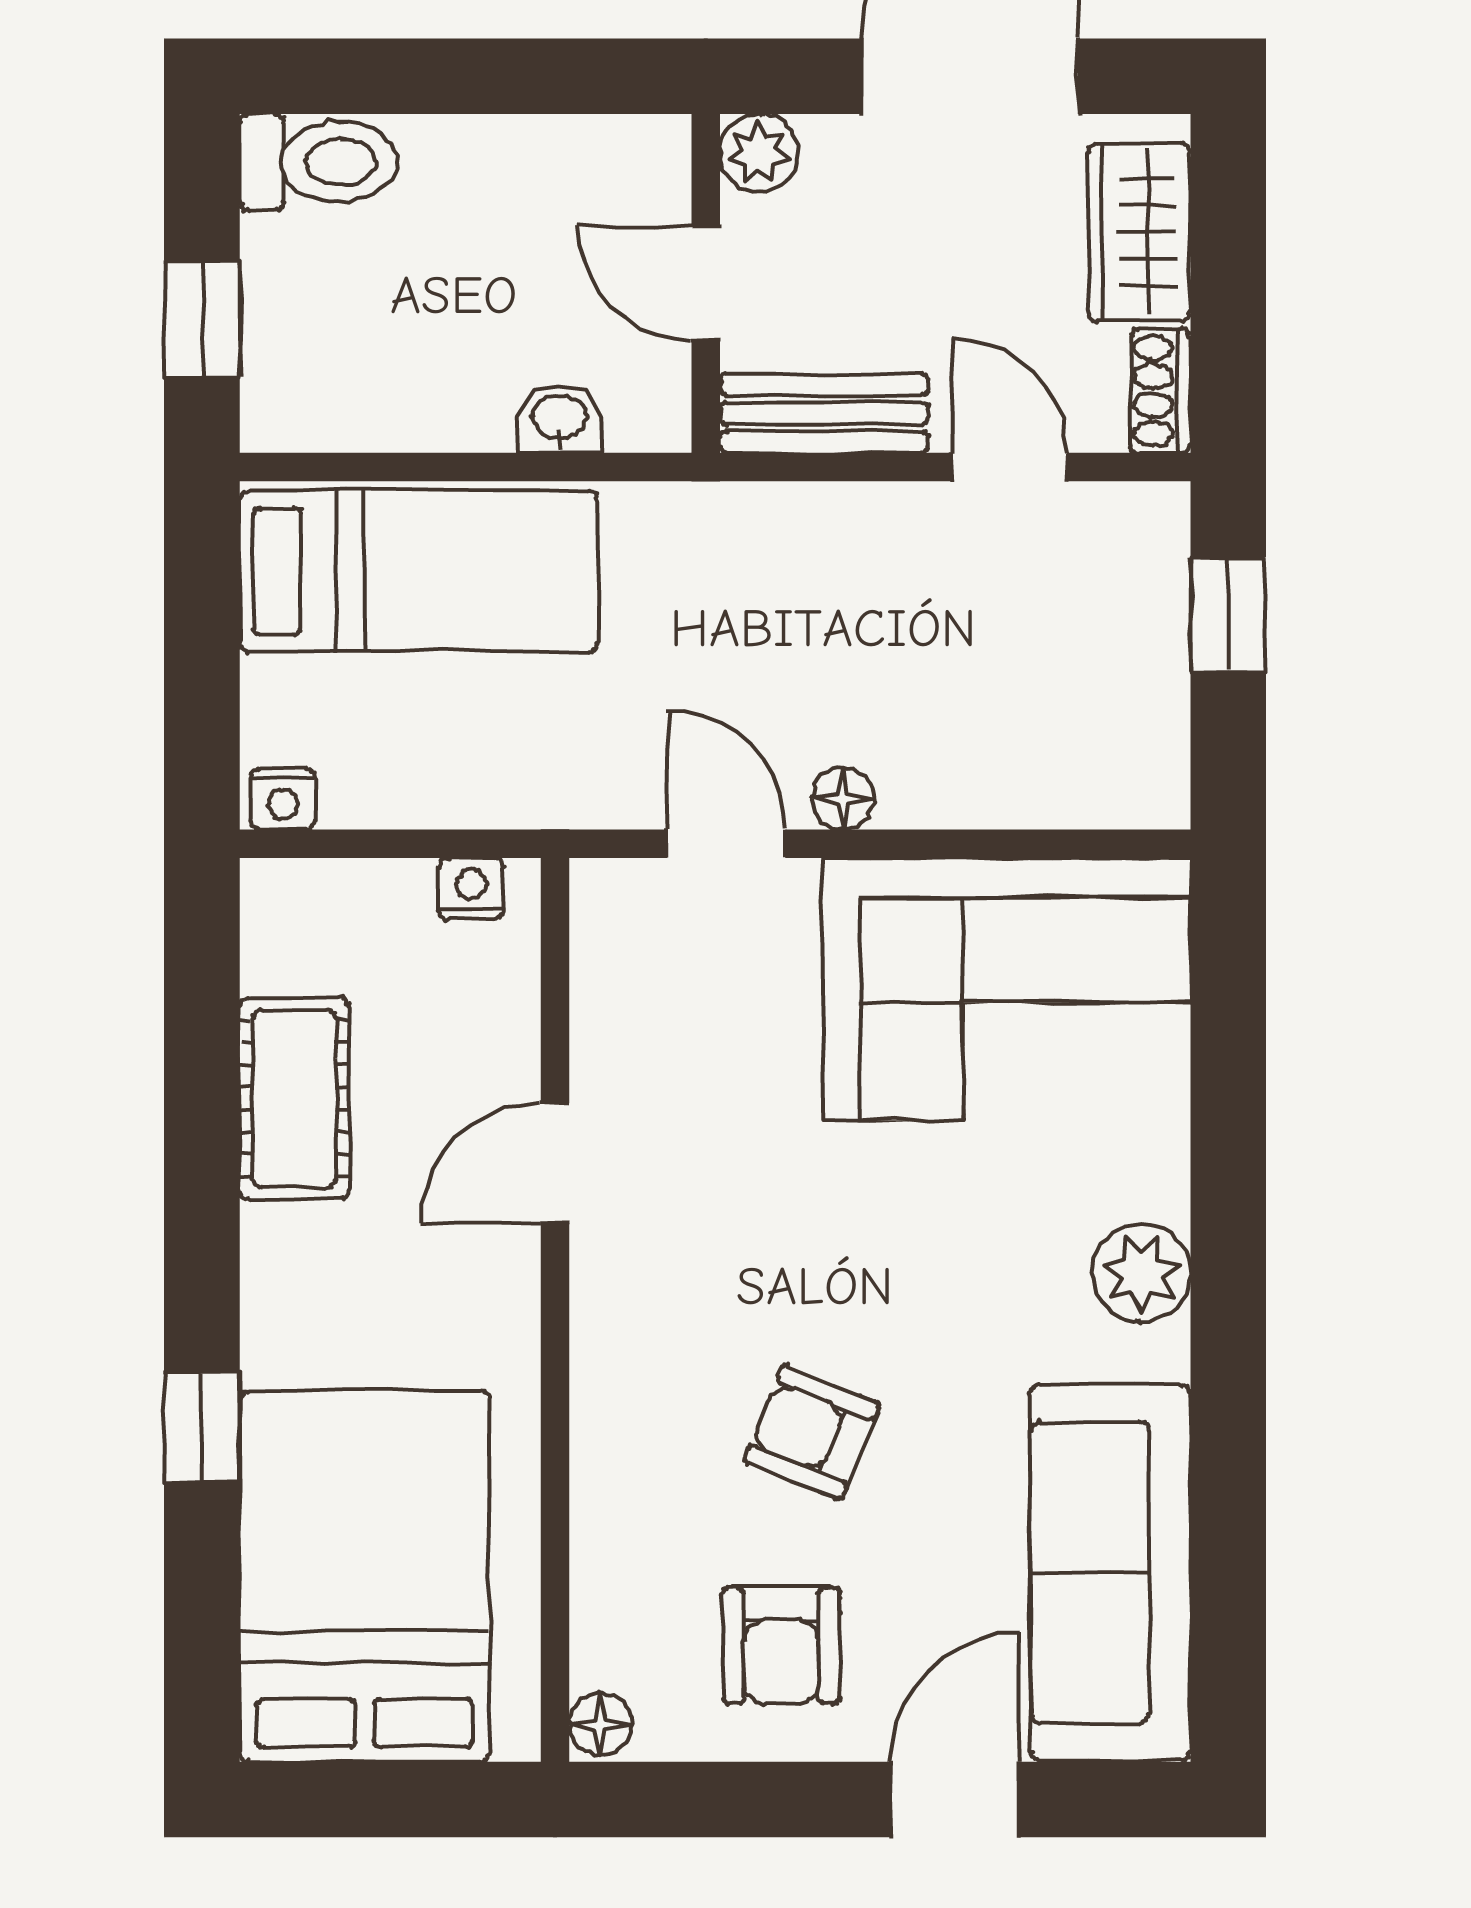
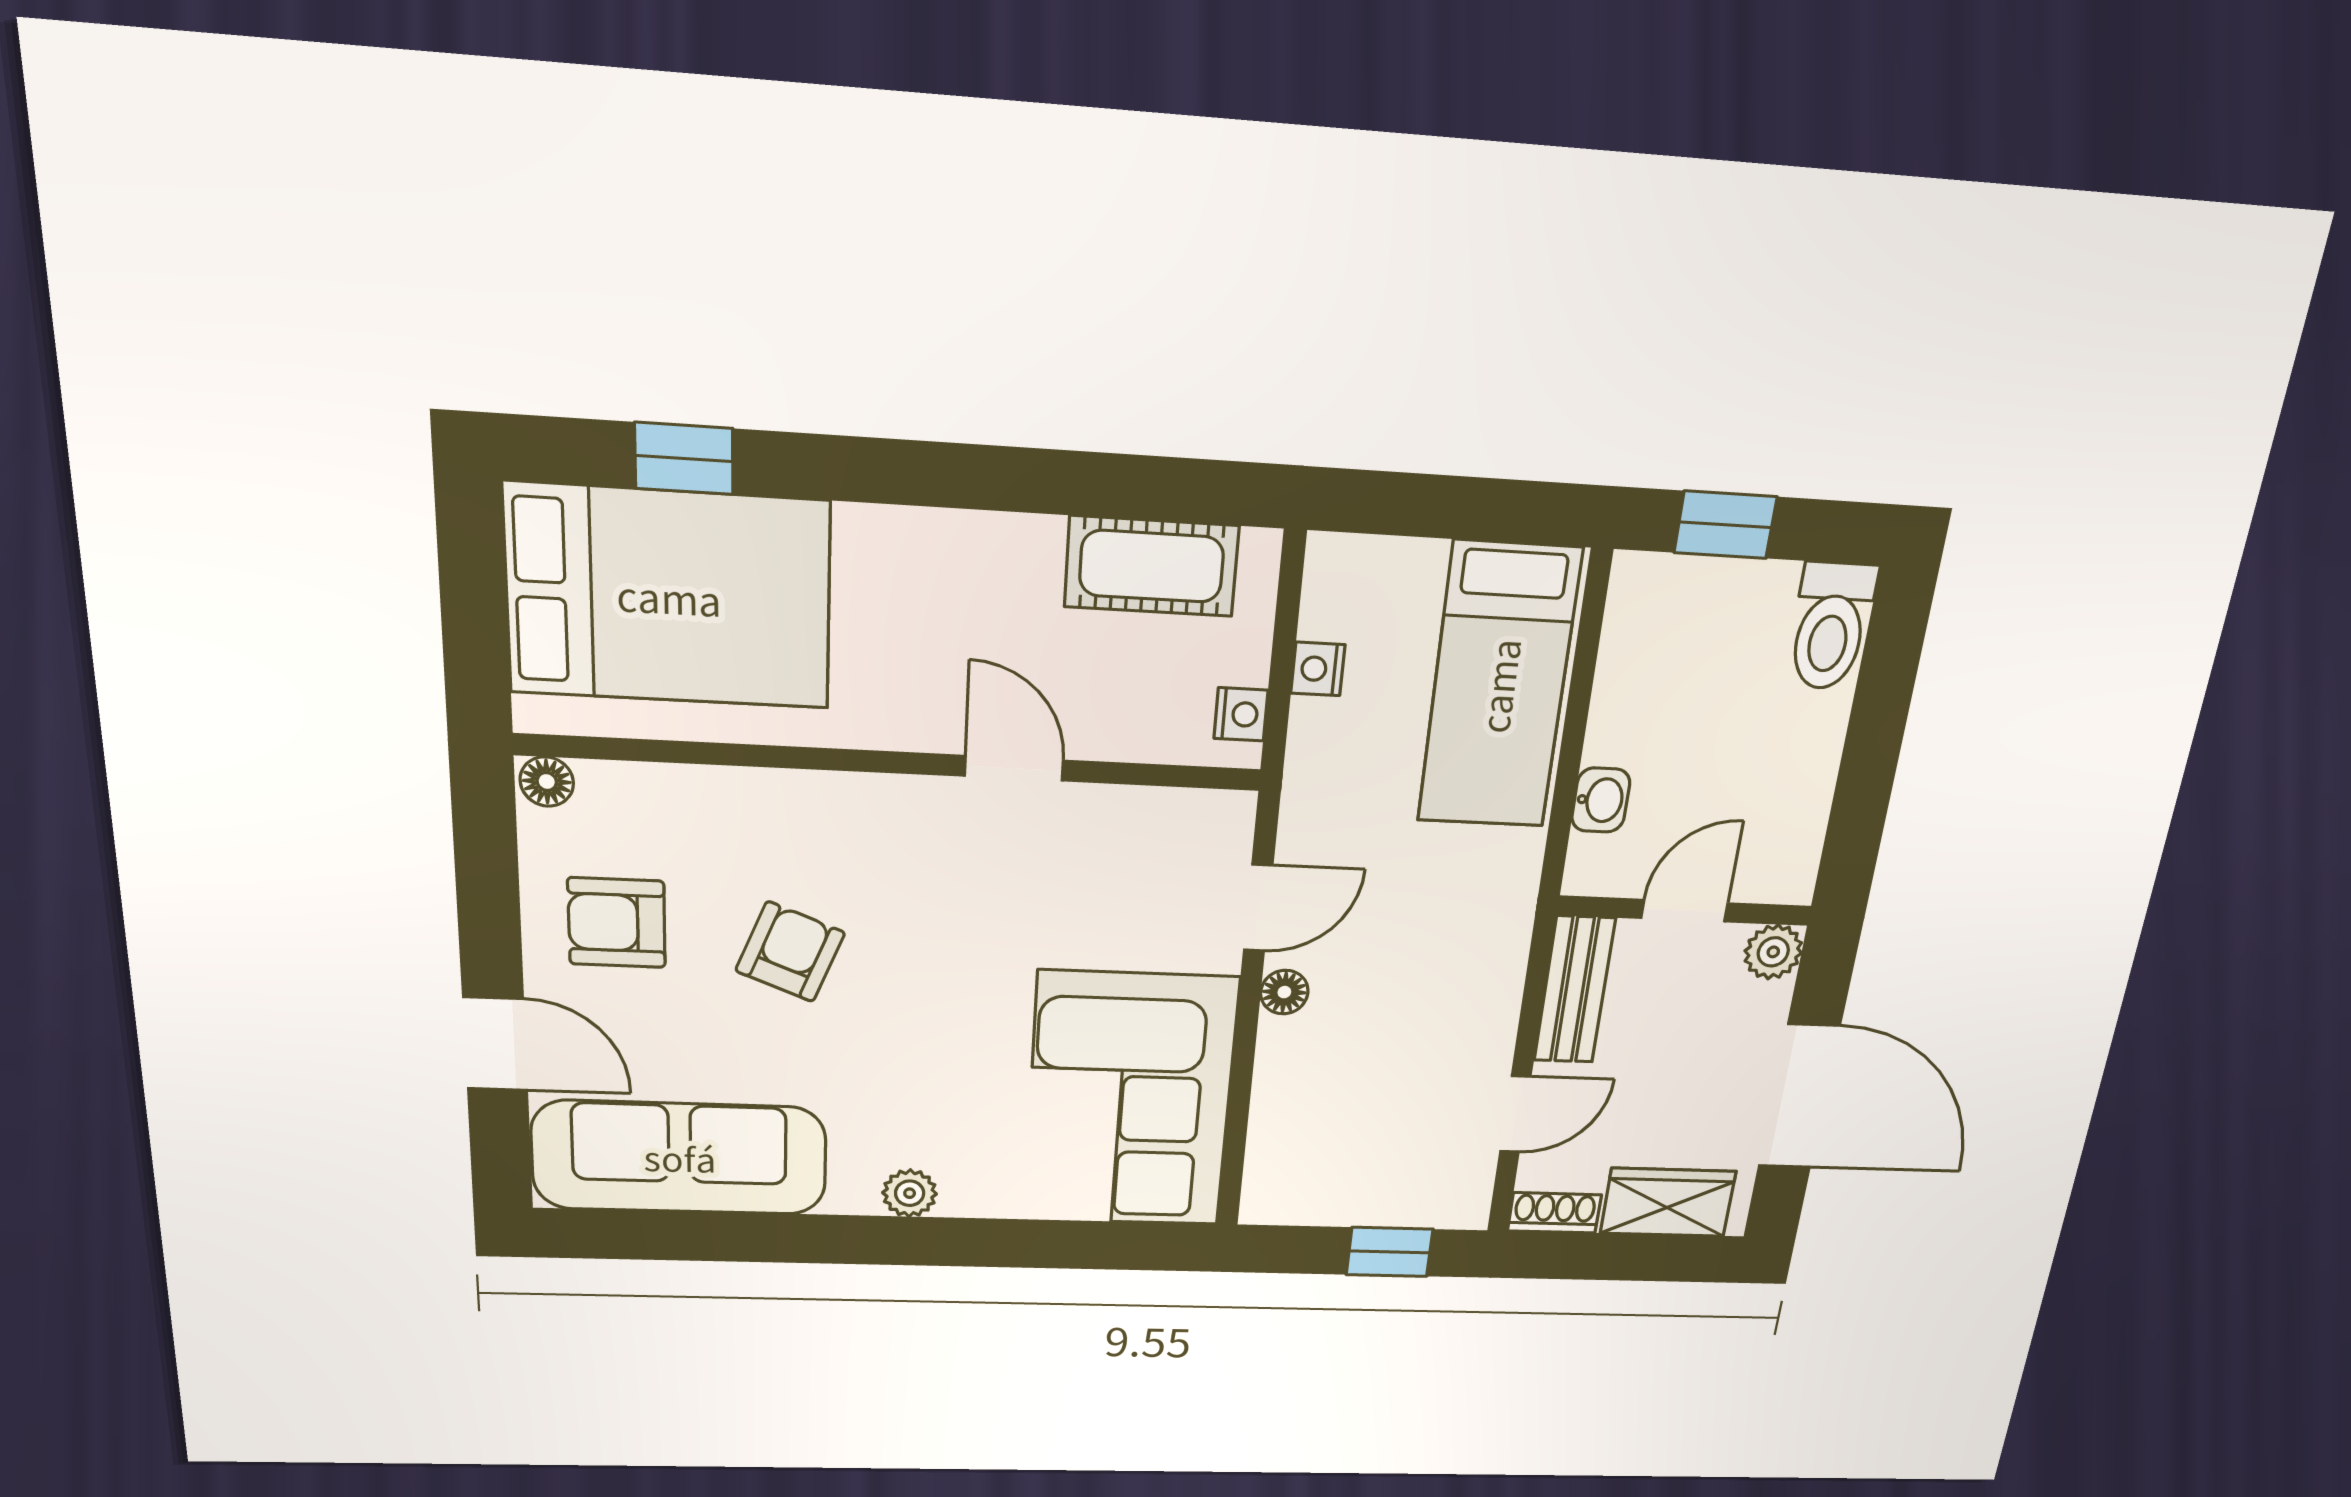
nightstand: (283, 799) -> (1318, 669), moved
cot: (294, 1099) -> (1152, 566), moved
plant: (1141, 1273) -> (910, 1193), width x0.73, depth x0.73
window: (202, 1427) -> (684, 458), moved

